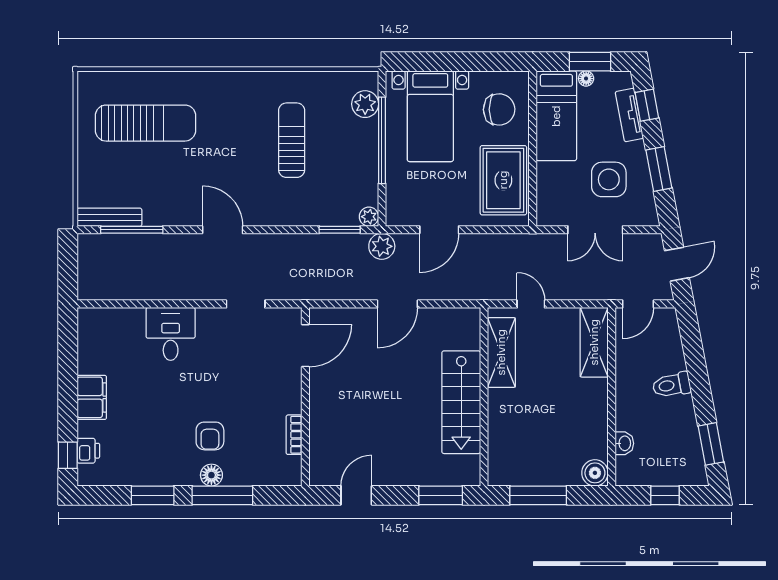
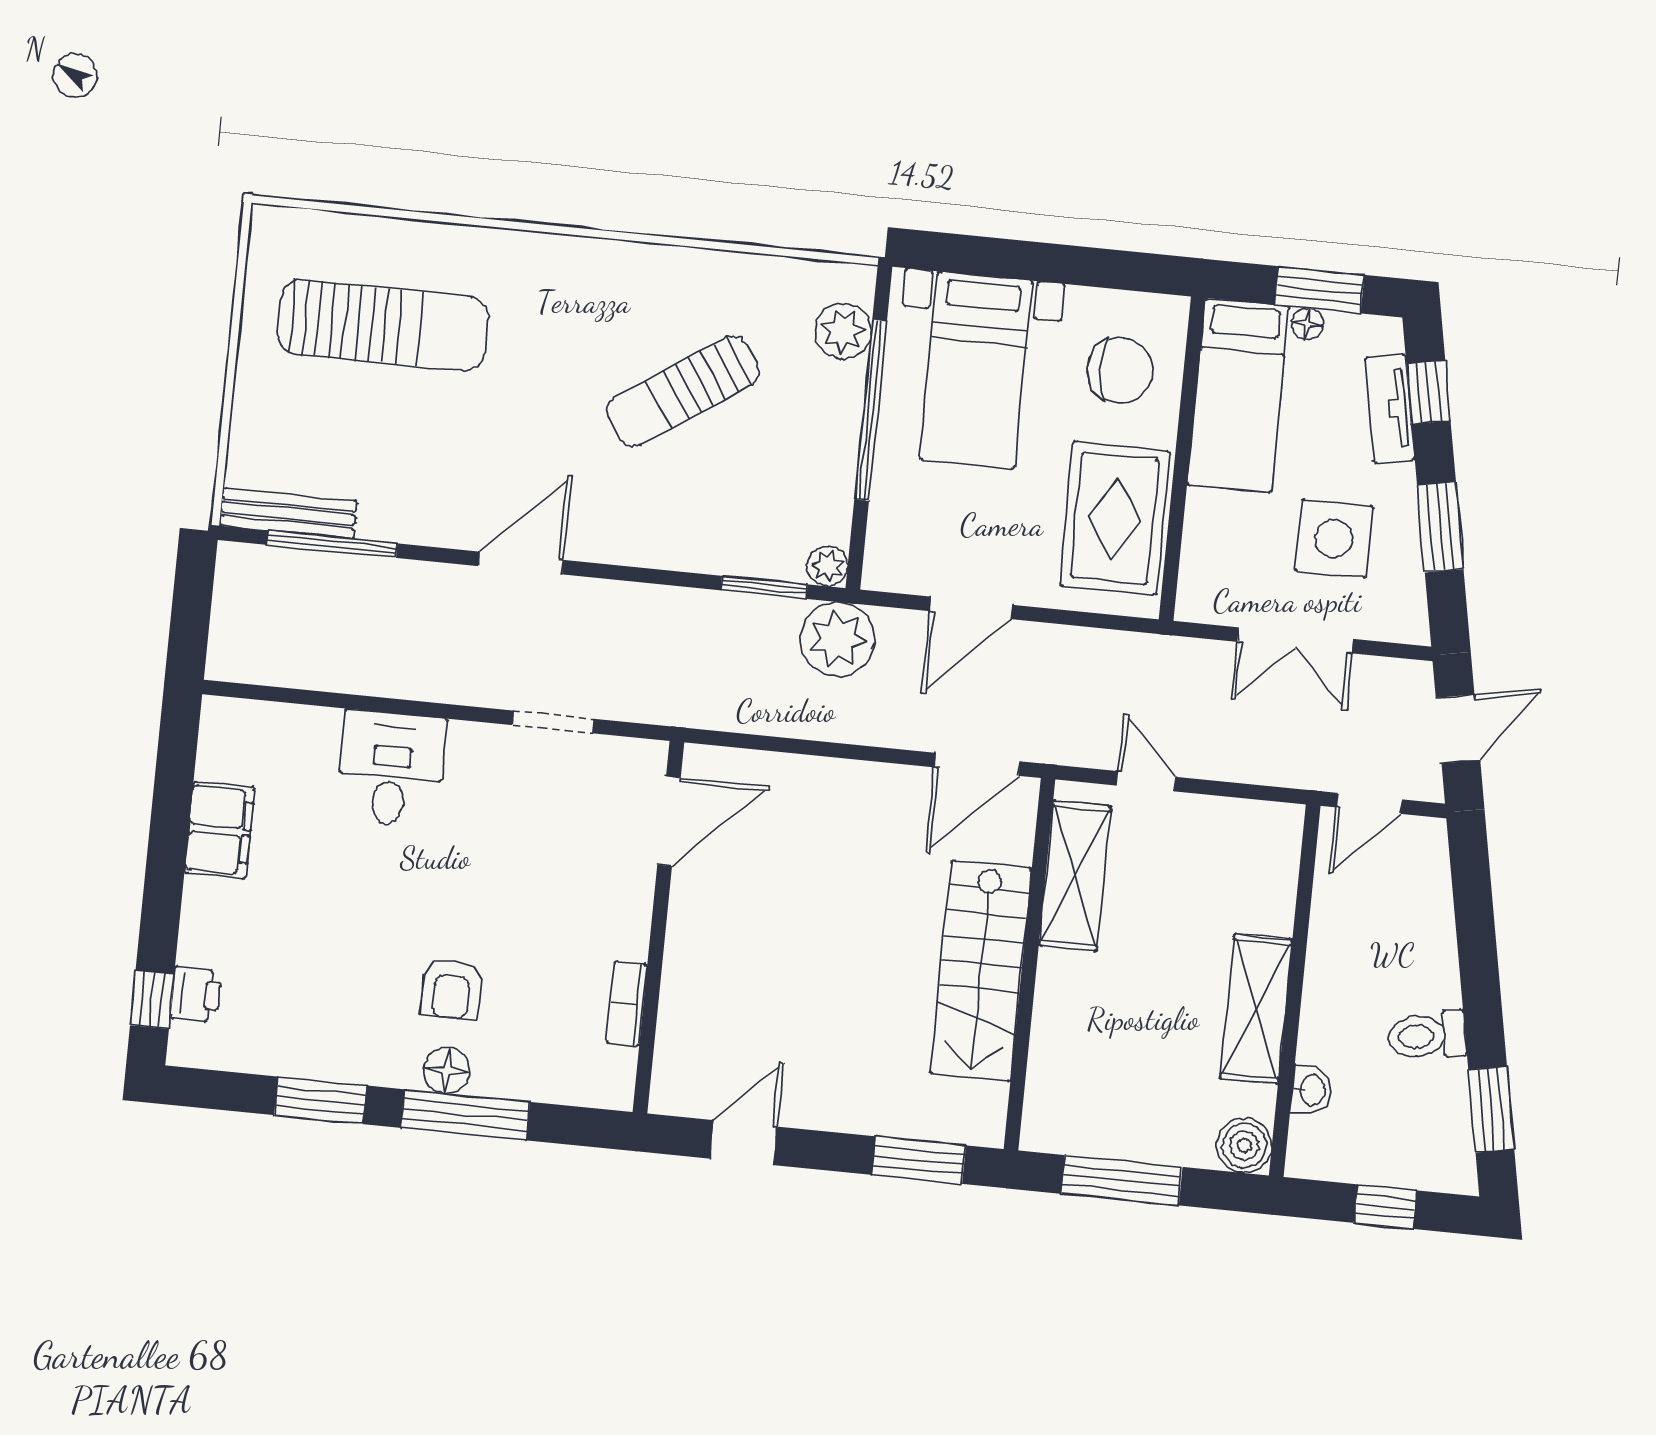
sun lounger: (292, 140) -> (683, 391), turned -124
door: (223, 230) -> (521, 563), hinge flipped
plant: (382, 246) -> (837, 639), width x1.36, depth x1.36
door: (397, 304) -> (977, 764), moved
shelving: (594, 342) -> (1256, 1009), moved
toilet: (672, 385) -> (1427, 1036), moved
filing cabinet: (92, 397) -> (220, 830), moved

